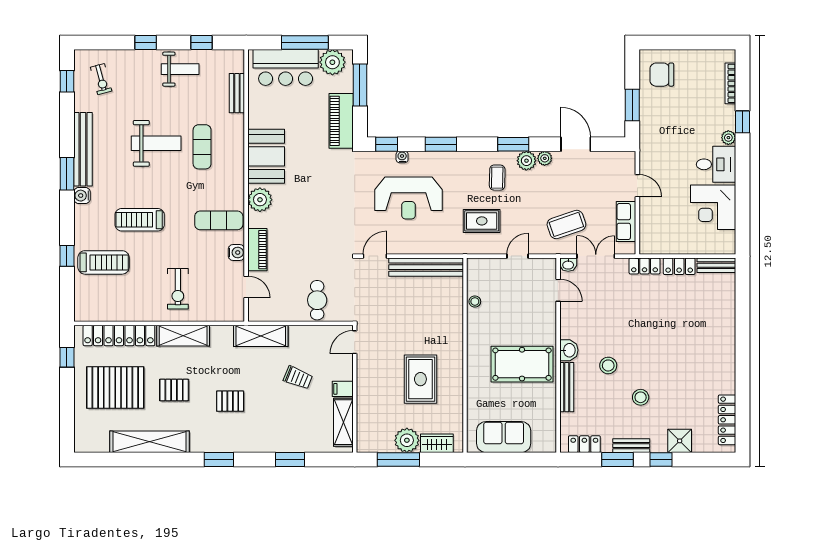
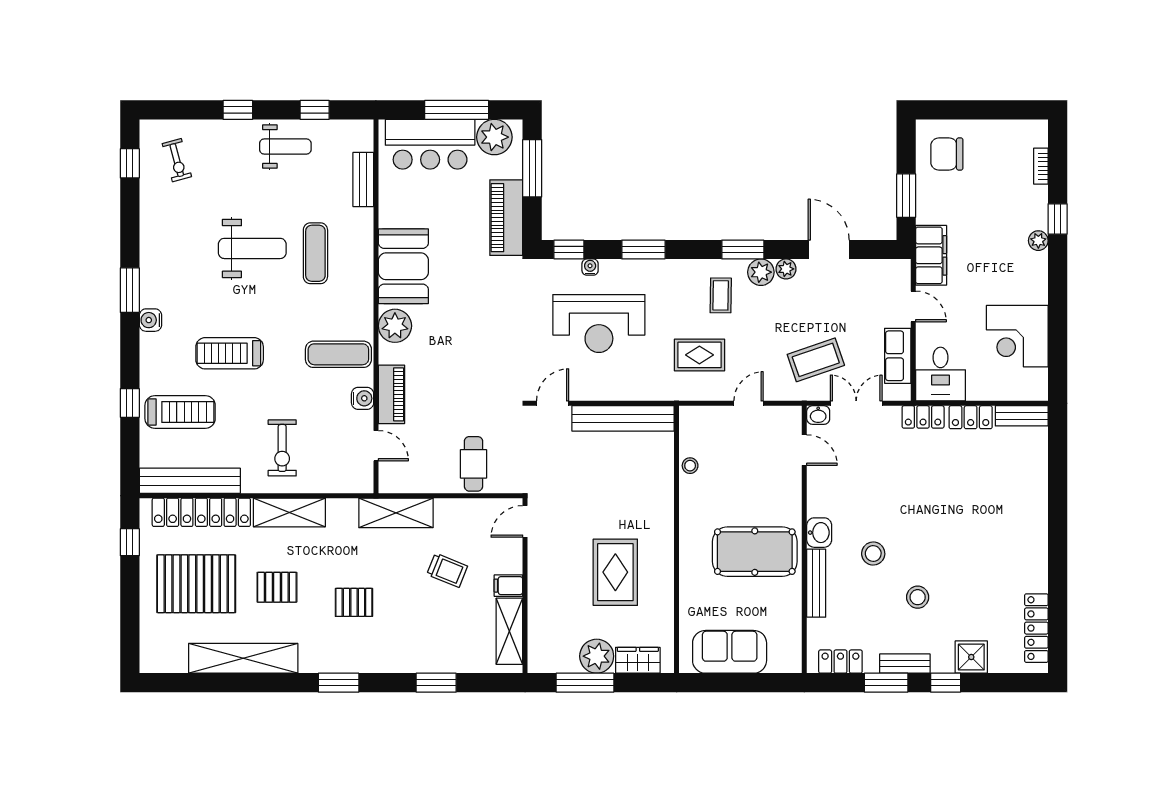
bookcase: (730, 83) -> (1041, 166), width x0.64
filing cabinet: (650, 148) -> (931, 255), added
bench: (83, 149) -> (190, 481), moved, turned 90
desk: (716, 164) -> (941, 374), moved, turned 90

